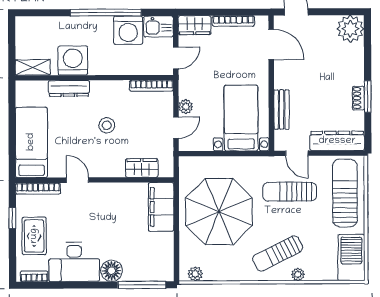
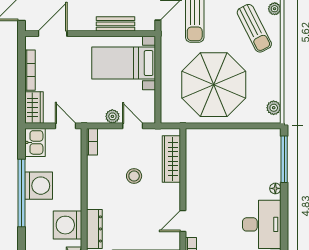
washing machine: (128, 30) -> (39, 186), moved
bookcase: (151, 86) -> (92, 142), width x0.64
stool: (107, 125) -> (134, 176), moved
wardrobe: (142, 168) -> (171, 159), width x1.50
filing cabinet: (161, 207) -> (209, 140), removed
floor lamp: (112, 271) -> (275, 188), width x0.53, depth x0.53

